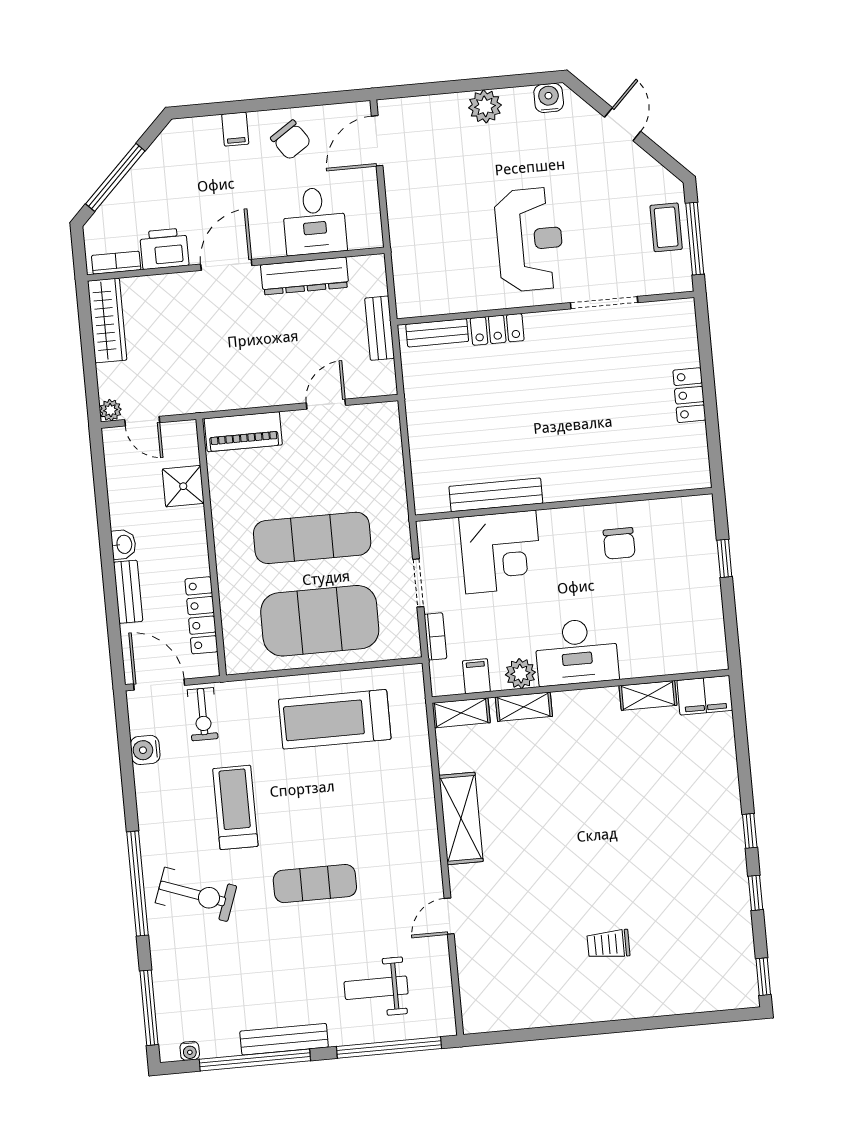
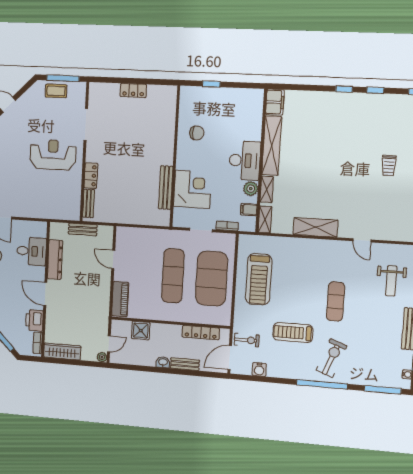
shelving: (648, 695) -> (272, 146), width x2.20, depth x1.33

